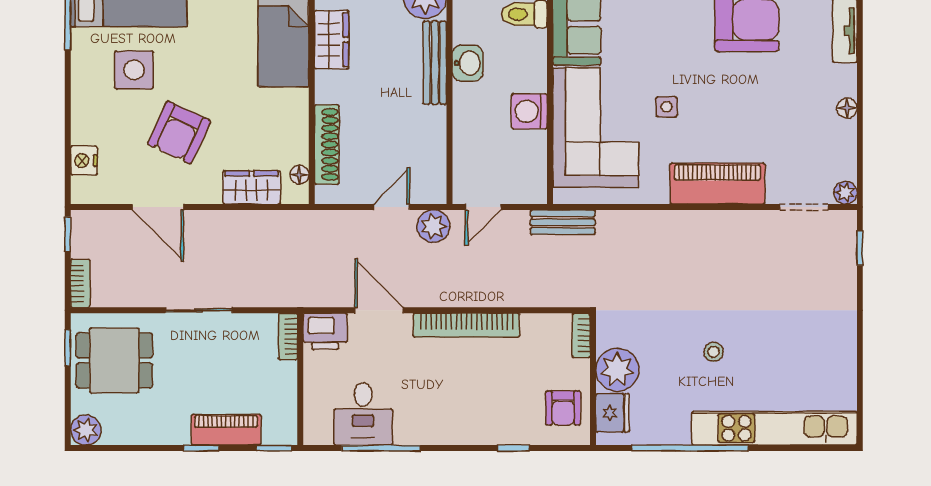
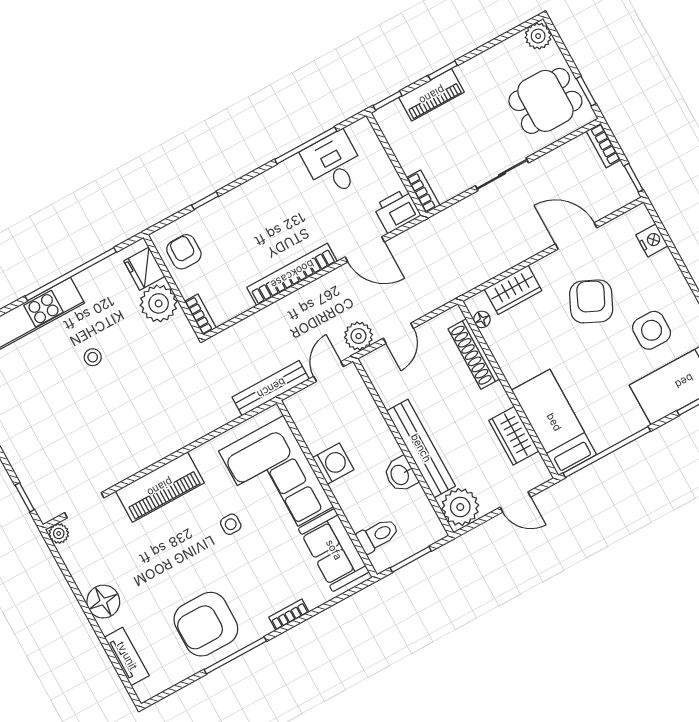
bench: (435, 63) -> (421, 448), width x1.37, depth x1.21
floor lamp: (847, 108) -> (103, 602), width x1.89, depth x1.89
bench: (563, 222) -> (271, 388), width x1.36

